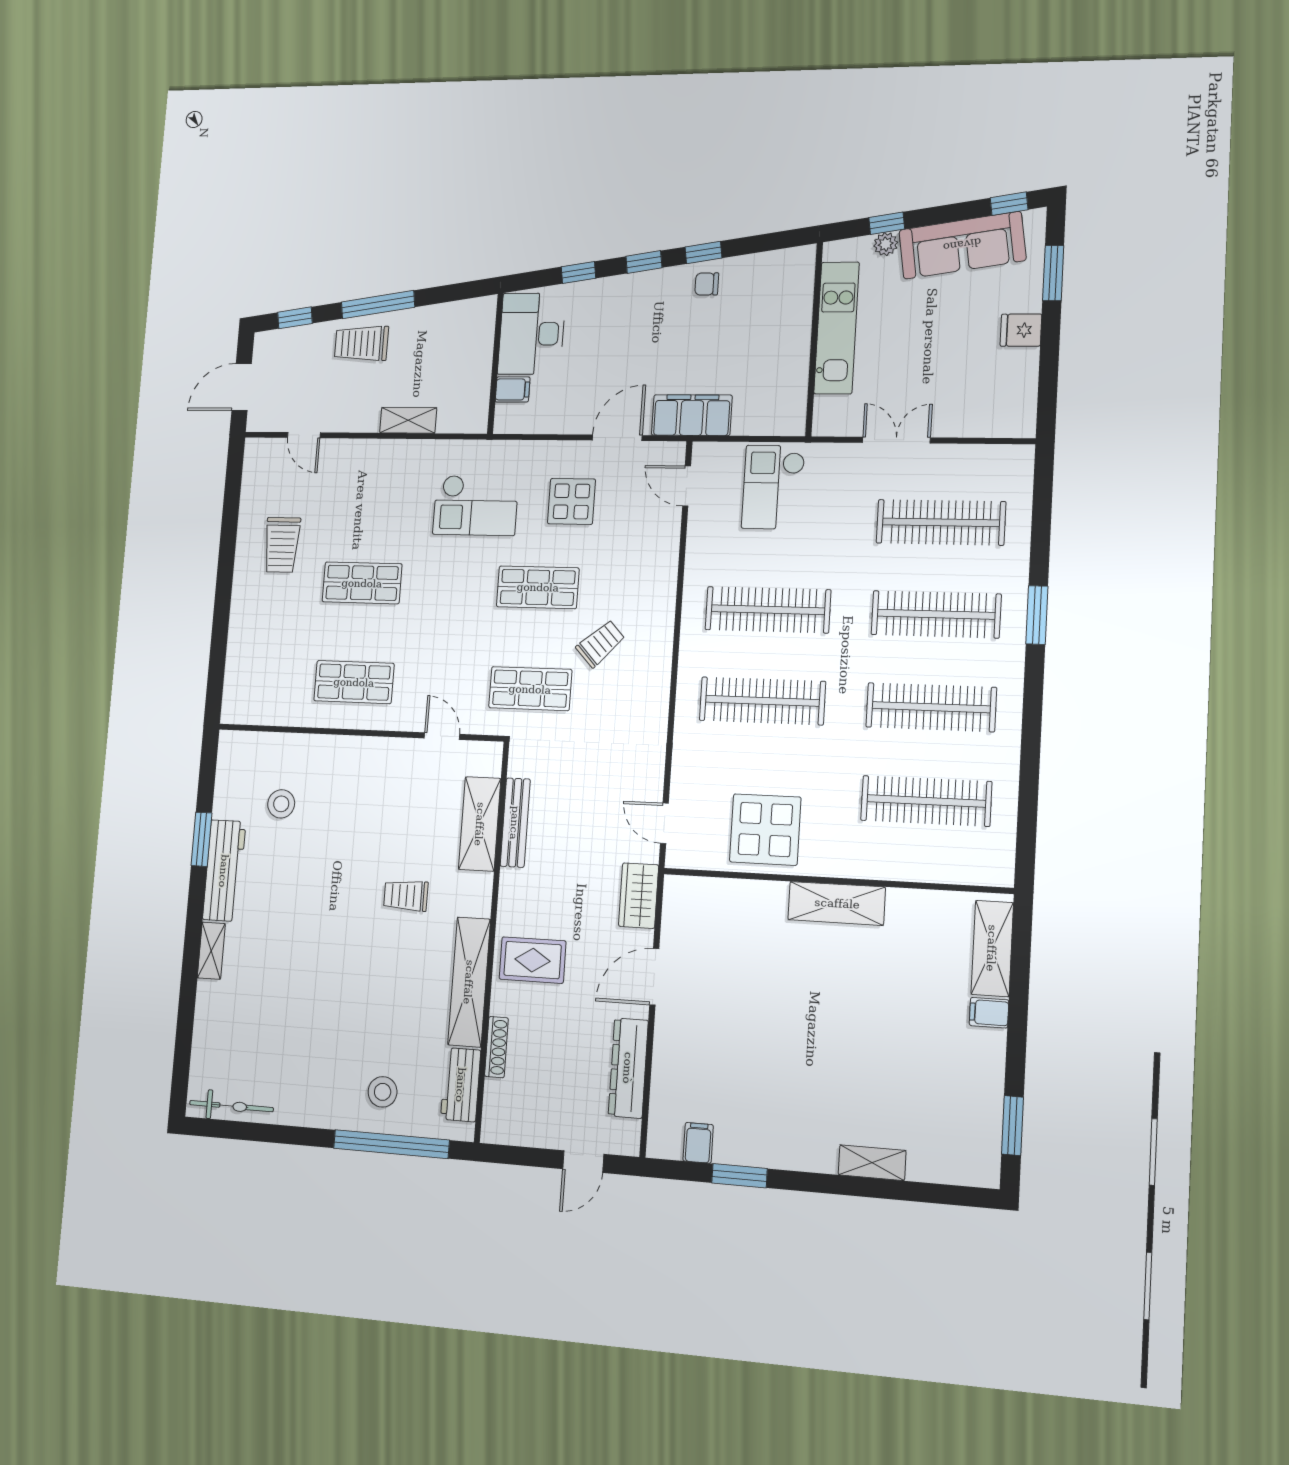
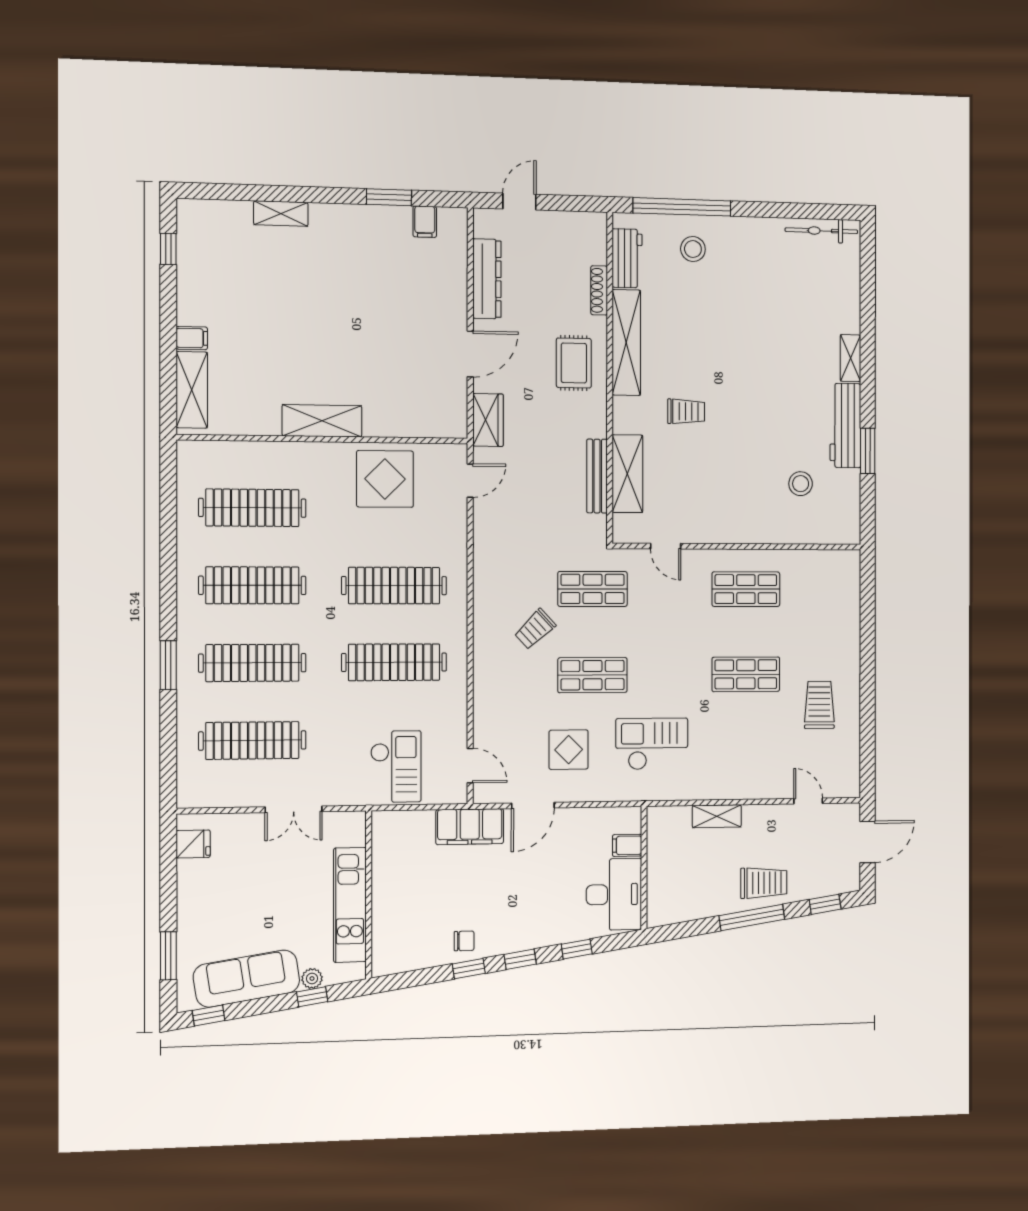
fridge: (1021, 330) -> (193, 844), moved
door: (664, 823) -> (470, 481), hinge flipped
rug: (533, 960) -> (574, 363), turned 90
window: (1013, 1126) -> (168, 249), width x0.67

